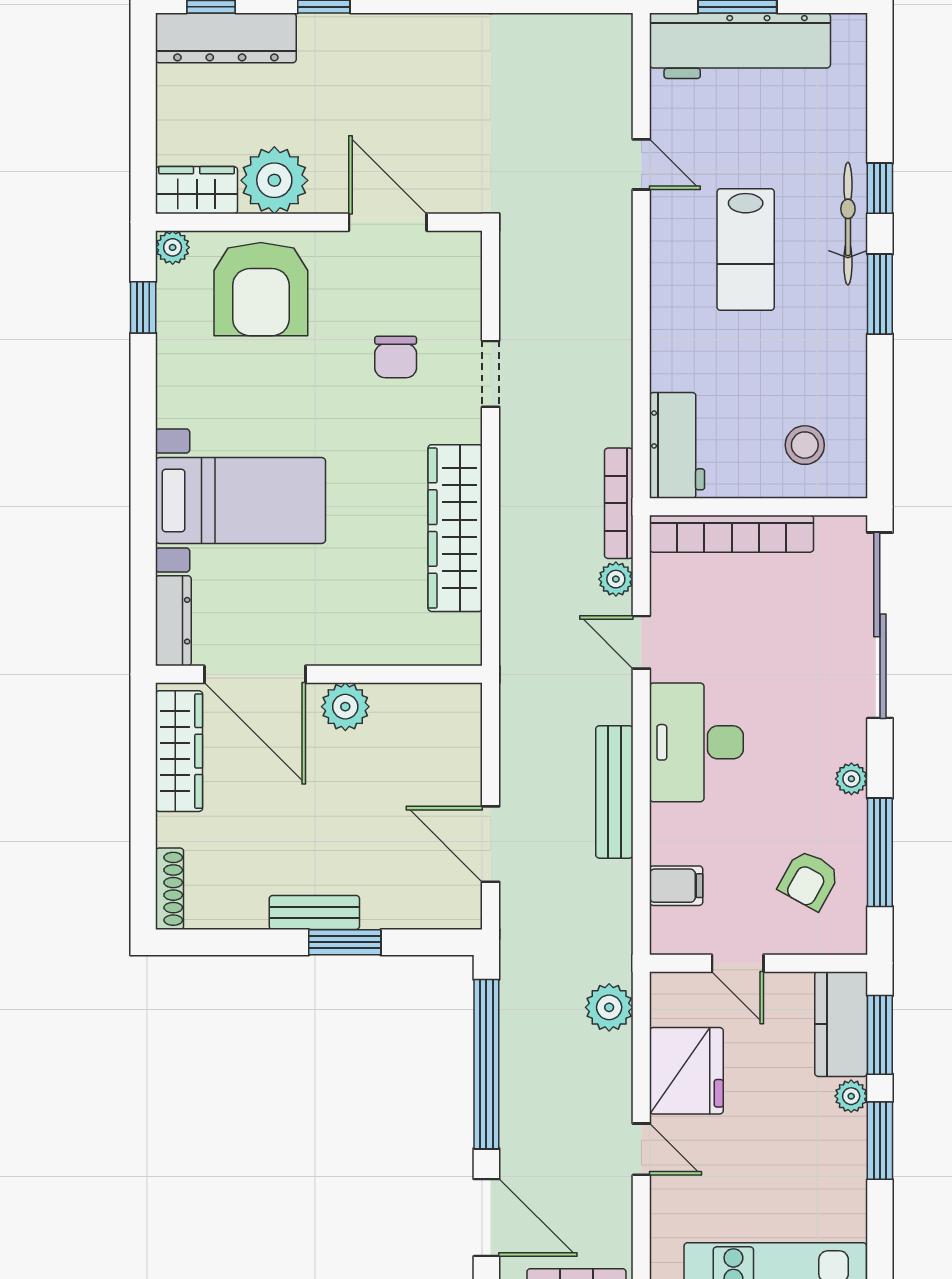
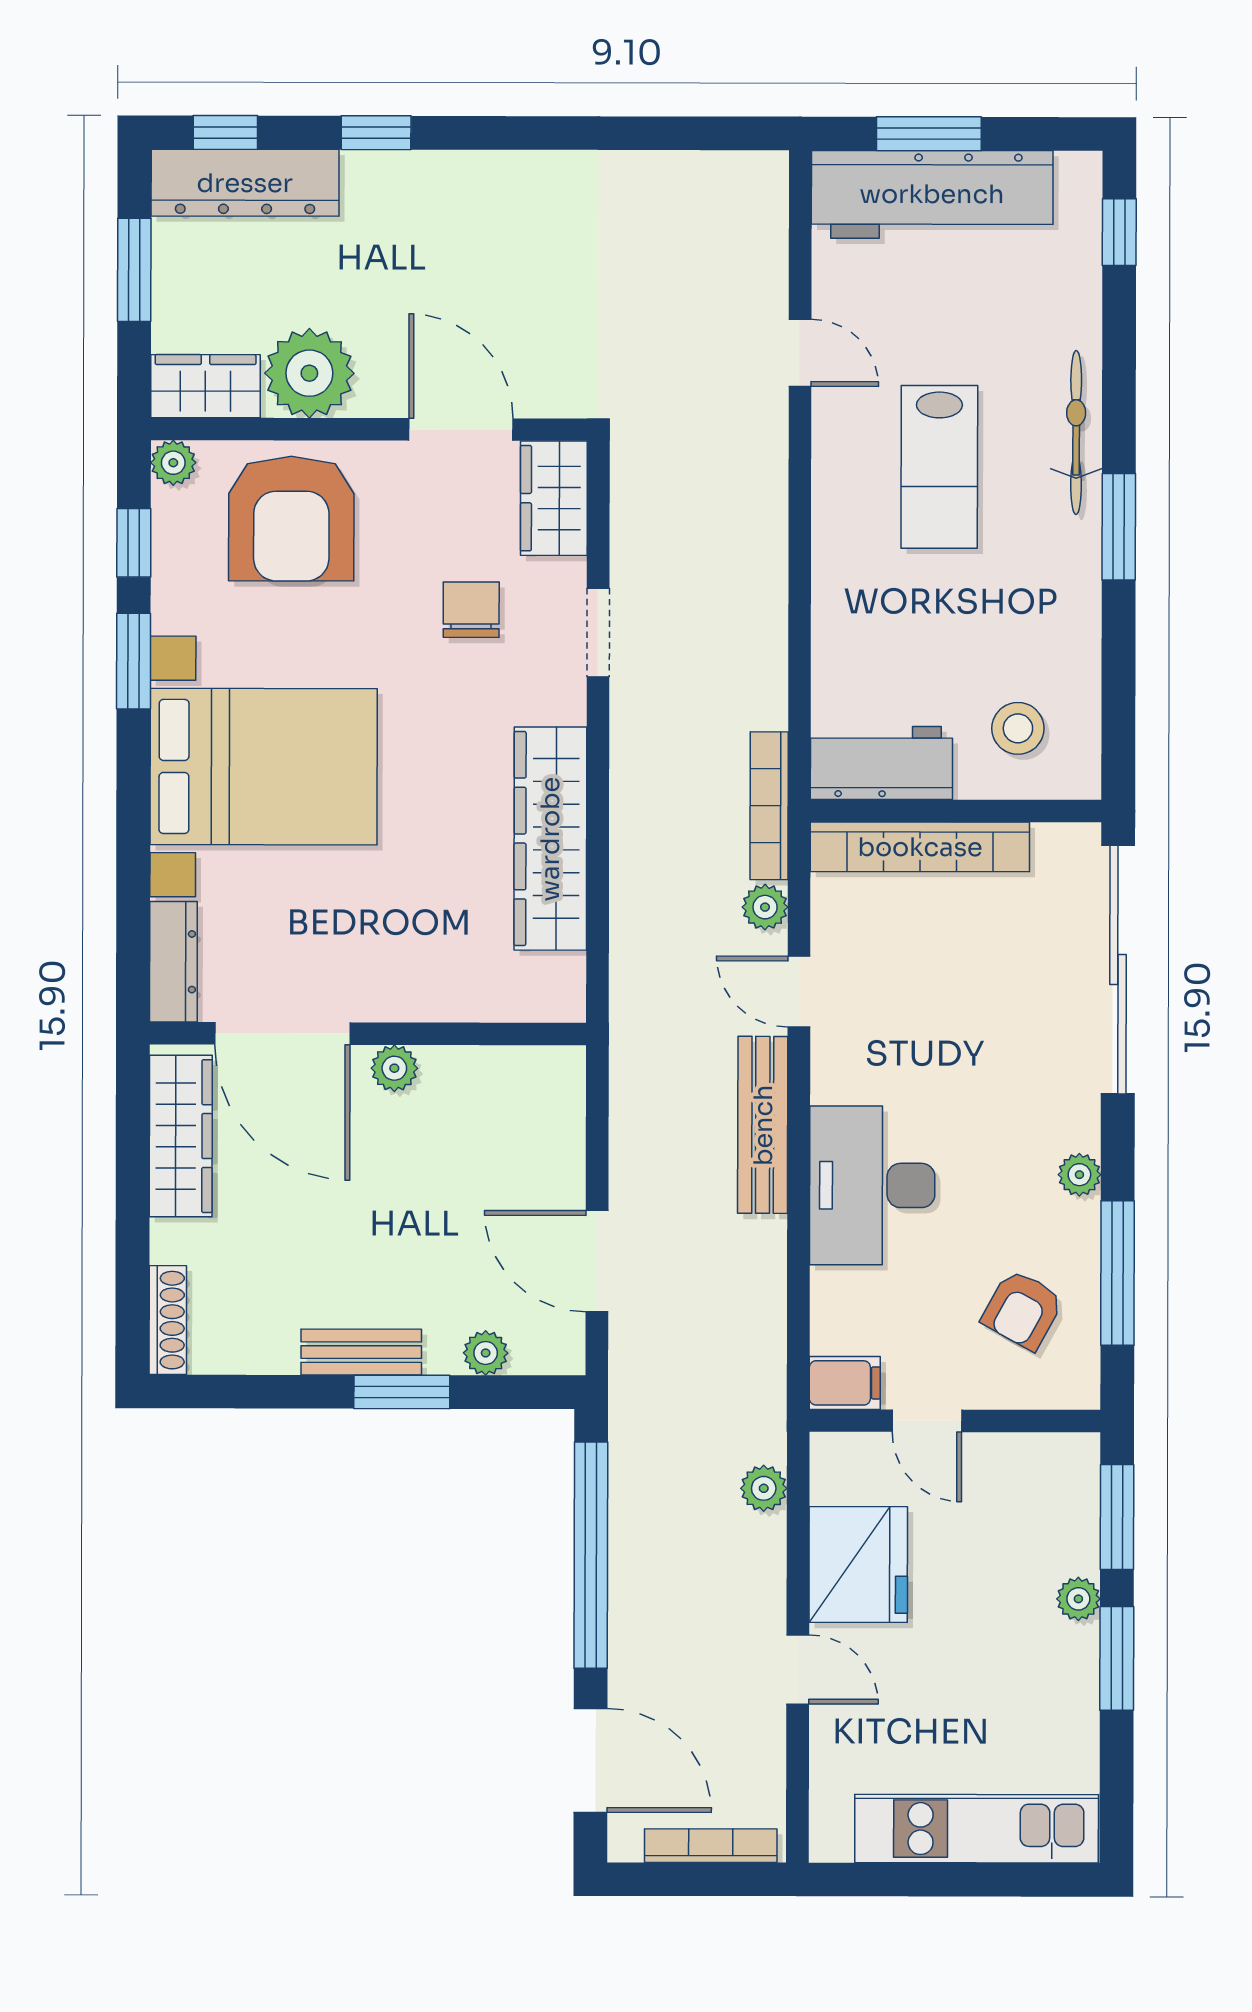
window: (143, 103) -> (134, 270), added
window: (880, 188) -> (1119, 232), moved
wardrobe: (457, 273) -> (554, 498), added
chair: (396, 357) -> (471, 610), turned 180
window: (143, 396) -> (134, 661), added
workbench: (677, 445) -> (881, 763), moved, turned -90
bed with nightstands: (241, 500) -> (264, 767), width x1.36
plant: (345, 707) -> (394, 1068), width x0.73, depth x0.73
desk: (696, 742) -> (872, 1185), moved
bench: (614, 792) -> (763, 1125), moved
filing cabinet: (676, 886) -> (845, 1383), moved
plant: (407, 913) -> (486, 1353), added
plant: (609, 1007) -> (764, 1488), width x0.73, depth x0.73
kitchen counter: (841, 1024) -> (1065, 1502), removed

